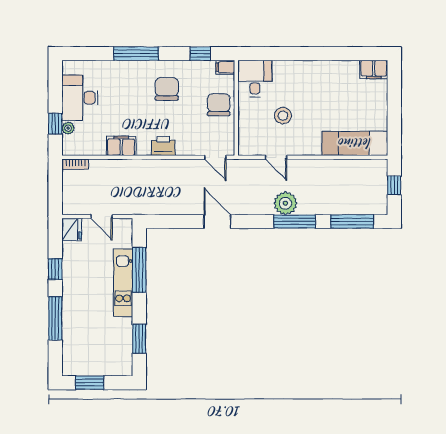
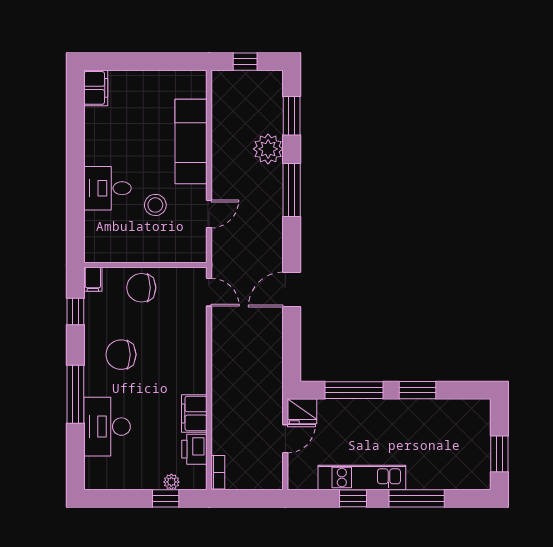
desk: (255, 78) -> (107, 188), moved
desk: (80, 98) -> (107, 427), moved, turned 90
exam couch: (355, 143) -> (191, 142), moved
printer: (163, 146) -> (194, 449), moved
door: (215, 157) -> (209, 292), hinge flipped
plant: (285, 203) -> (268, 149), moved
window: (352, 221) -> (292, 116), width x0.69
fridge: (72, 229) -> (302, 411), moved, turned 180
kitchen unit: (123, 283) -> (362, 478), moved, turned 180
window: (139, 339) -> (418, 390), moved

